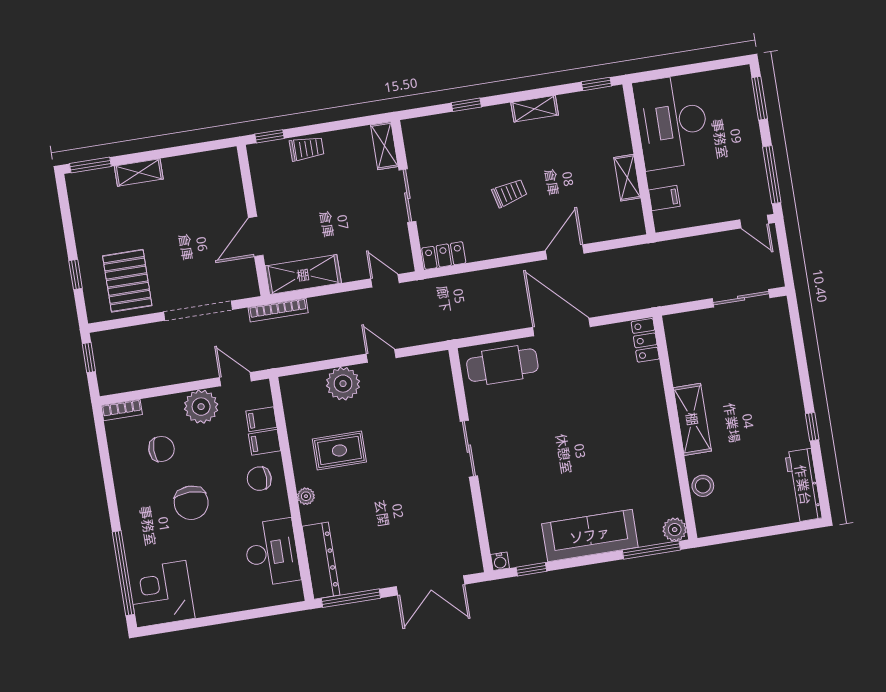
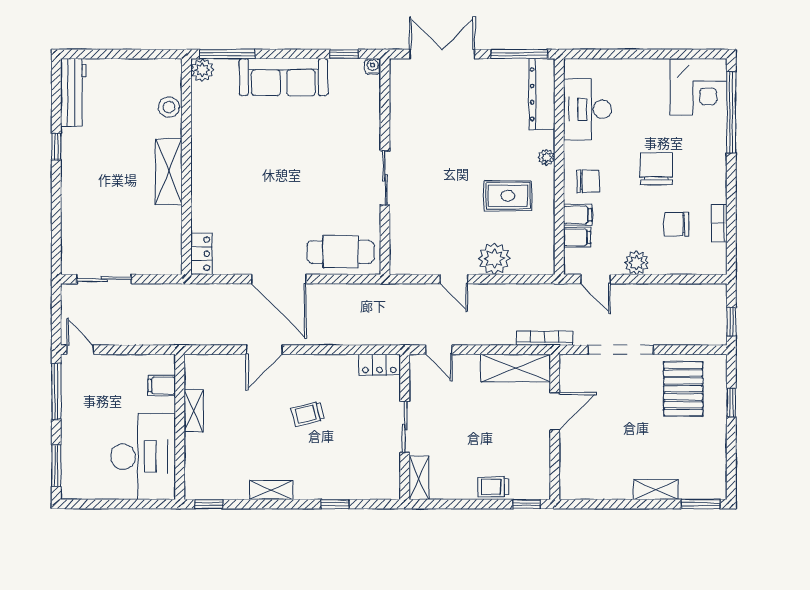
plant: (201, 407) -> (637, 263), width x0.73, depth x0.73
bookcase: (122, 410) -> (719, 223), moved, turned -90

